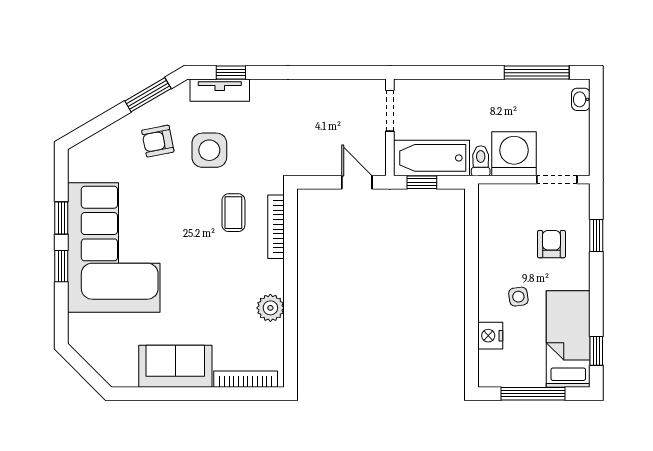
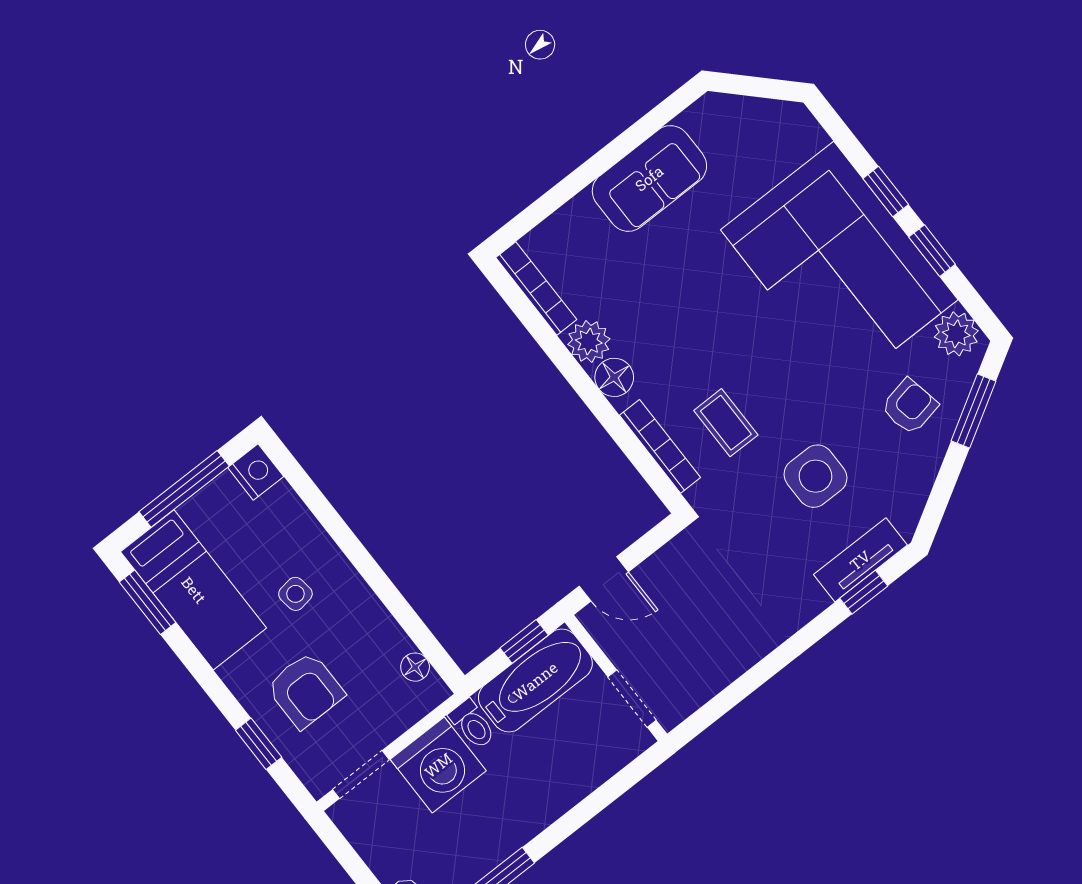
window: (148, 95) -> (974, 411), moved
armchair: (158, 141) -> (910, 406), moved
plant: (82, 166) -> (956, 334), added
floor lamp: (487, 212) -> (415, 667), added
armchair: (551, 244) -> (305, 690), width x1.38, depth x1.38
floor lamp: (272, 280) -> (614, 377), added
nightstand: (490, 336) -> (256, 472), moved
window: (596, 351) -> (148, 602), width x1.50
bookcase: (246, 379) -> (536, 289), moved, turned -90

